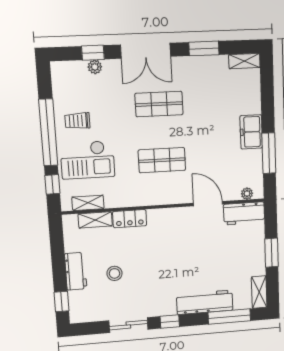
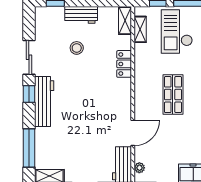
shelving: (95, 220) -> (125, 21), moved
workbench: (205, 302) -> (44, 102), moved

